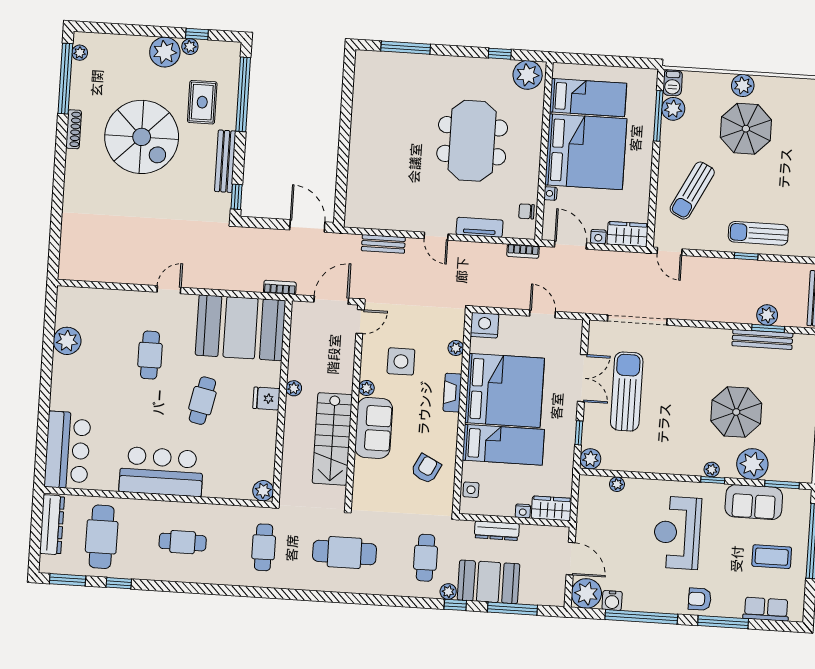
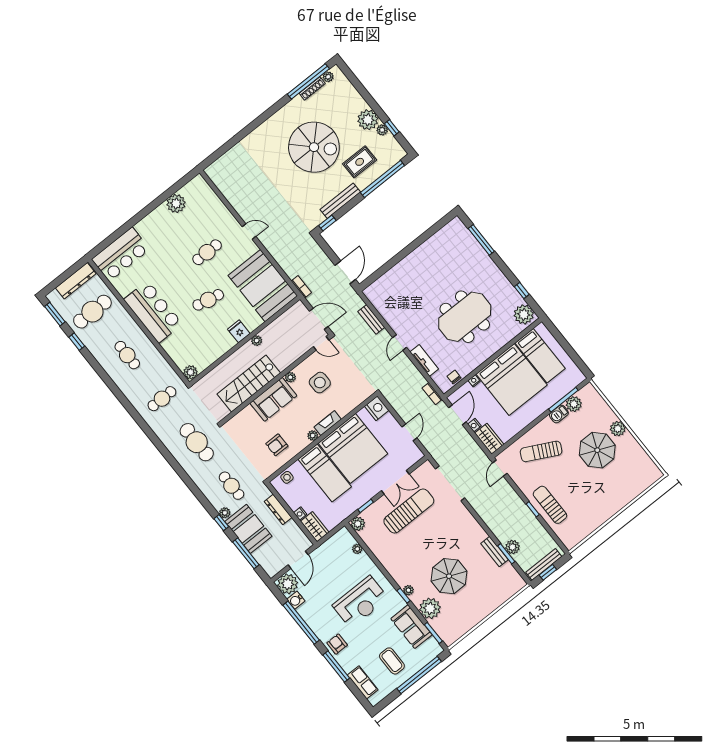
barbecue: (673, 83) -> (559, 414), moved
shoe rack: (74, 129) -> (312, 88), moved
spiral stairs: (142, 137) -> (314, 147), turned -90
bench: (762, 339) -> (495, 552), width x0.73
plant: (456, 348) -> (313, 435), moved
armchair: (426, 469) -> (277, 445), turned 153
reception desk: (677, 533) -> (360, 602), turned 180
cafe table: (426, 558) -> (231, 486), turned 90

